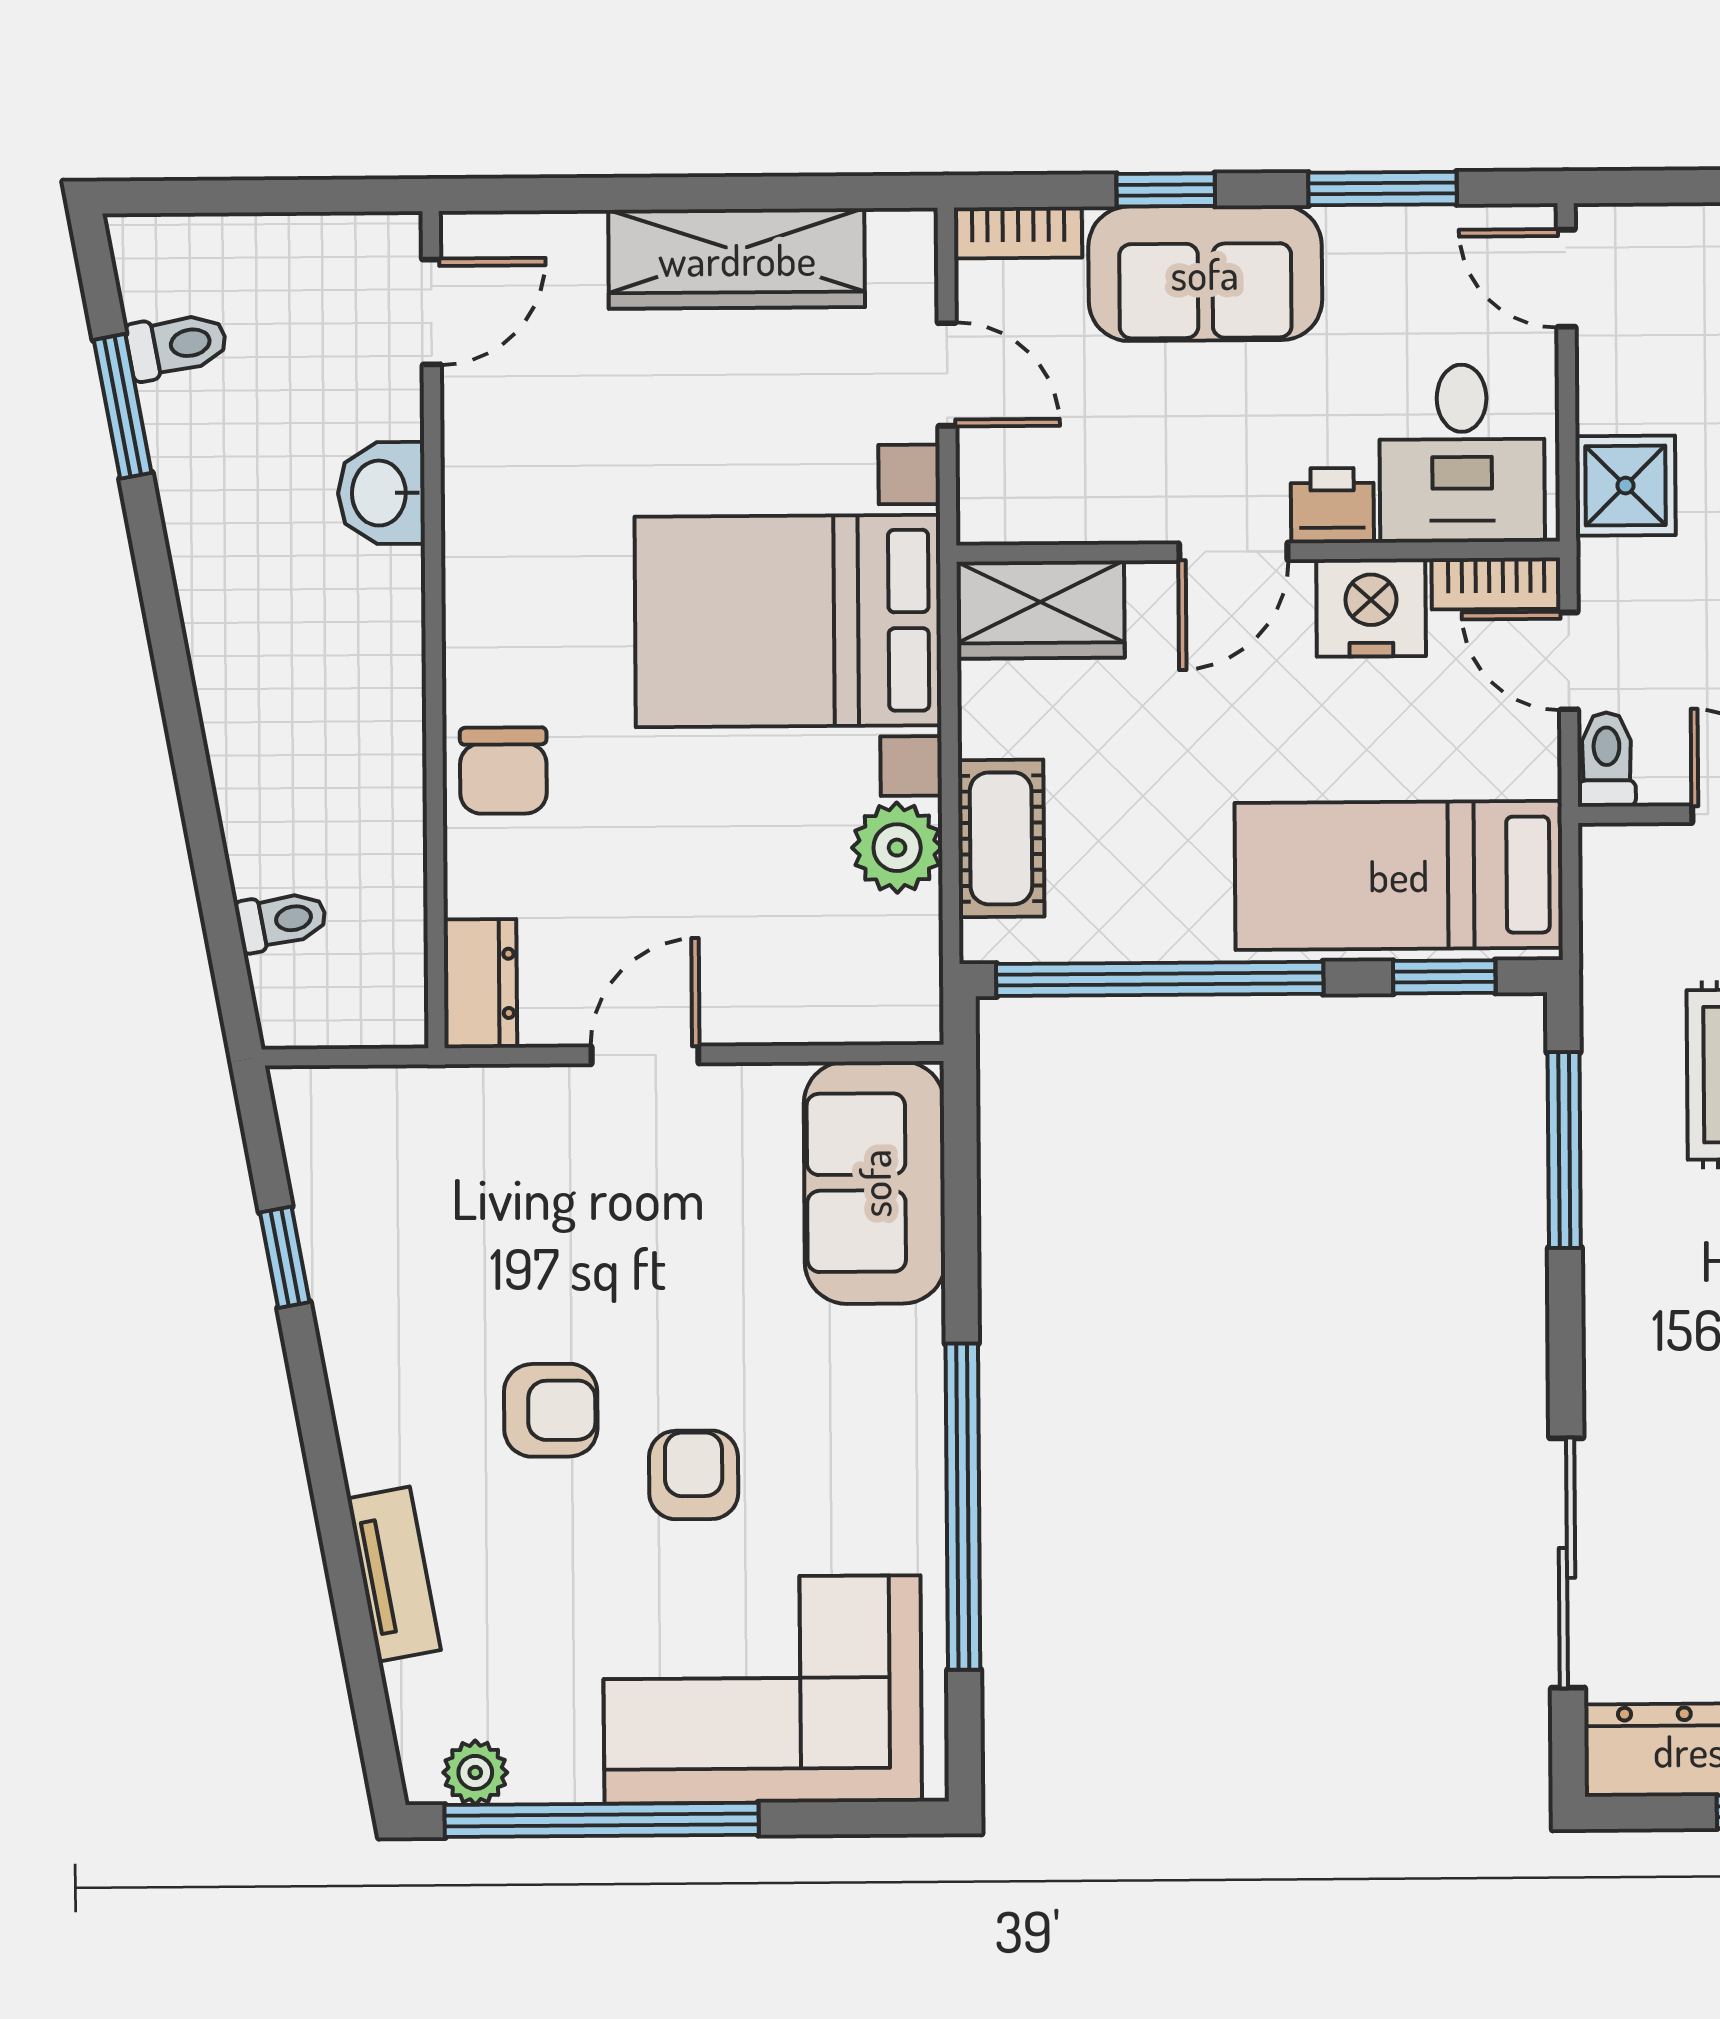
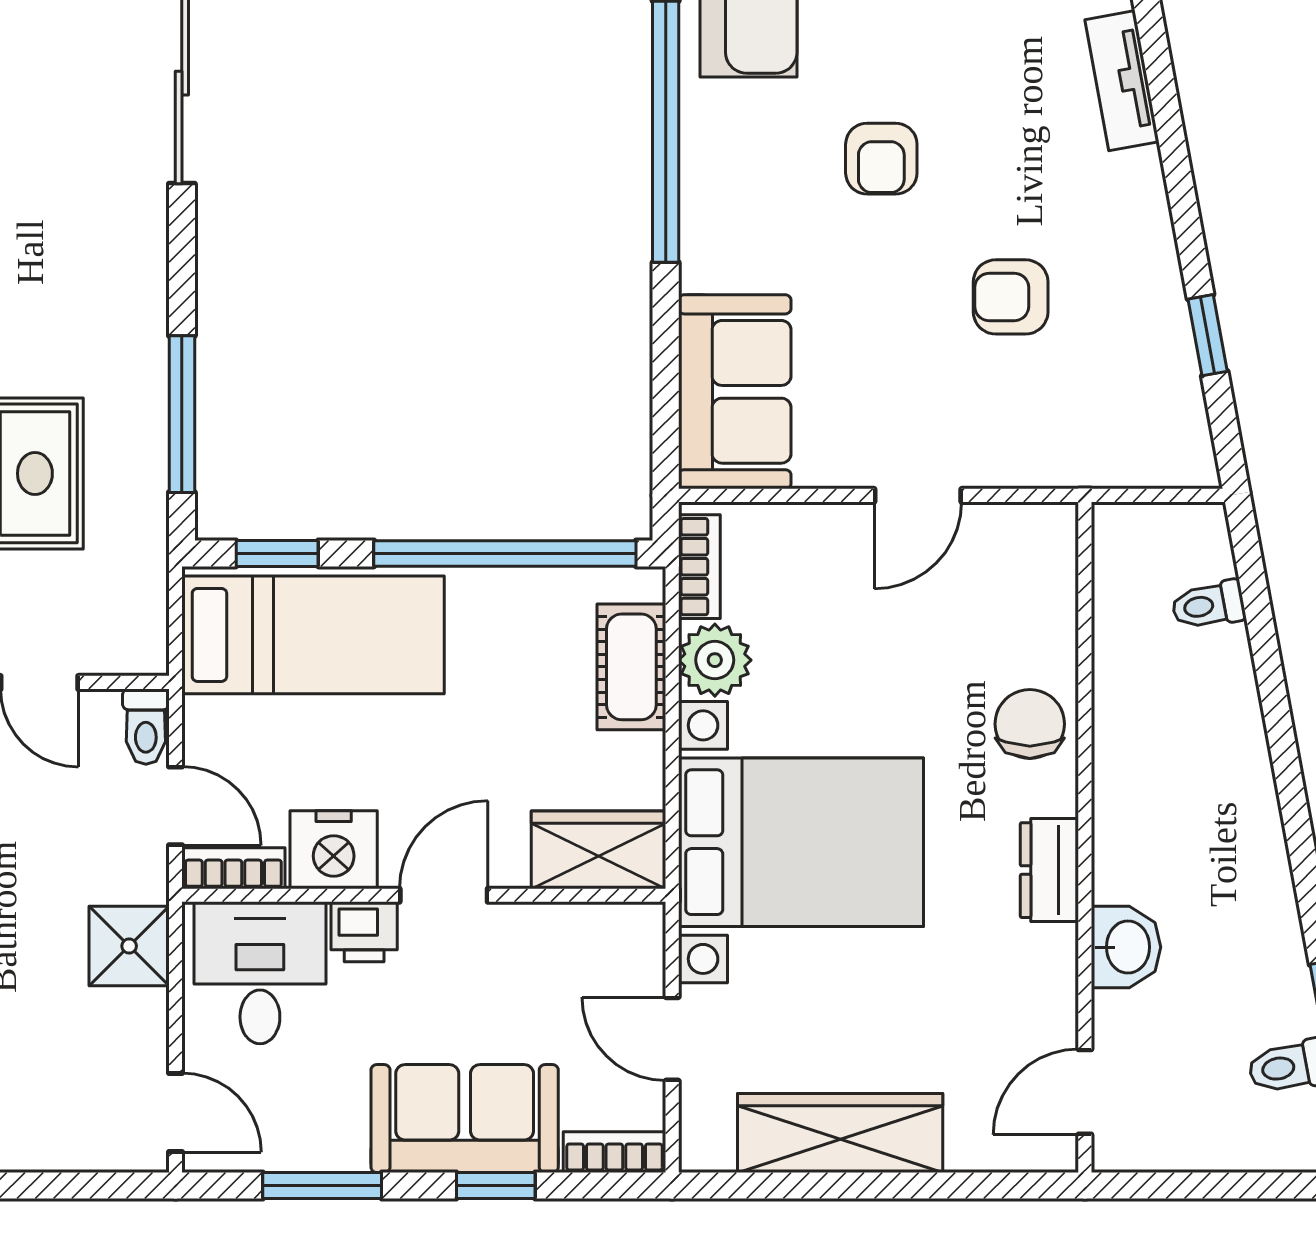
bookcase: (917, 964) -> (699, 567), added
dresser: (480, 984) -> (1049, 870), moved
armchair: (551, 1410) -> (1011, 297), moved

